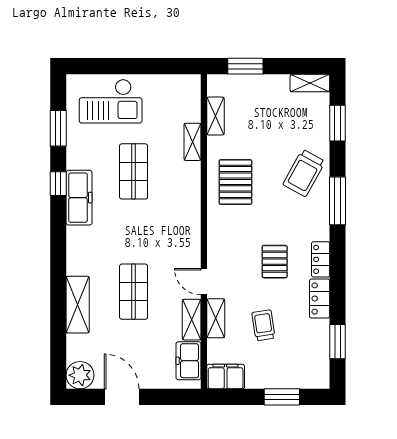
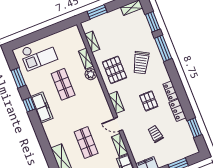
plant: (190, 173) -> (91, 74), added
trolley: (304, 173) -> (141, 63), moved
window: (338, 201) -> (163, 48), moved
shelving: (216, 318) -> (116, 102), moved

